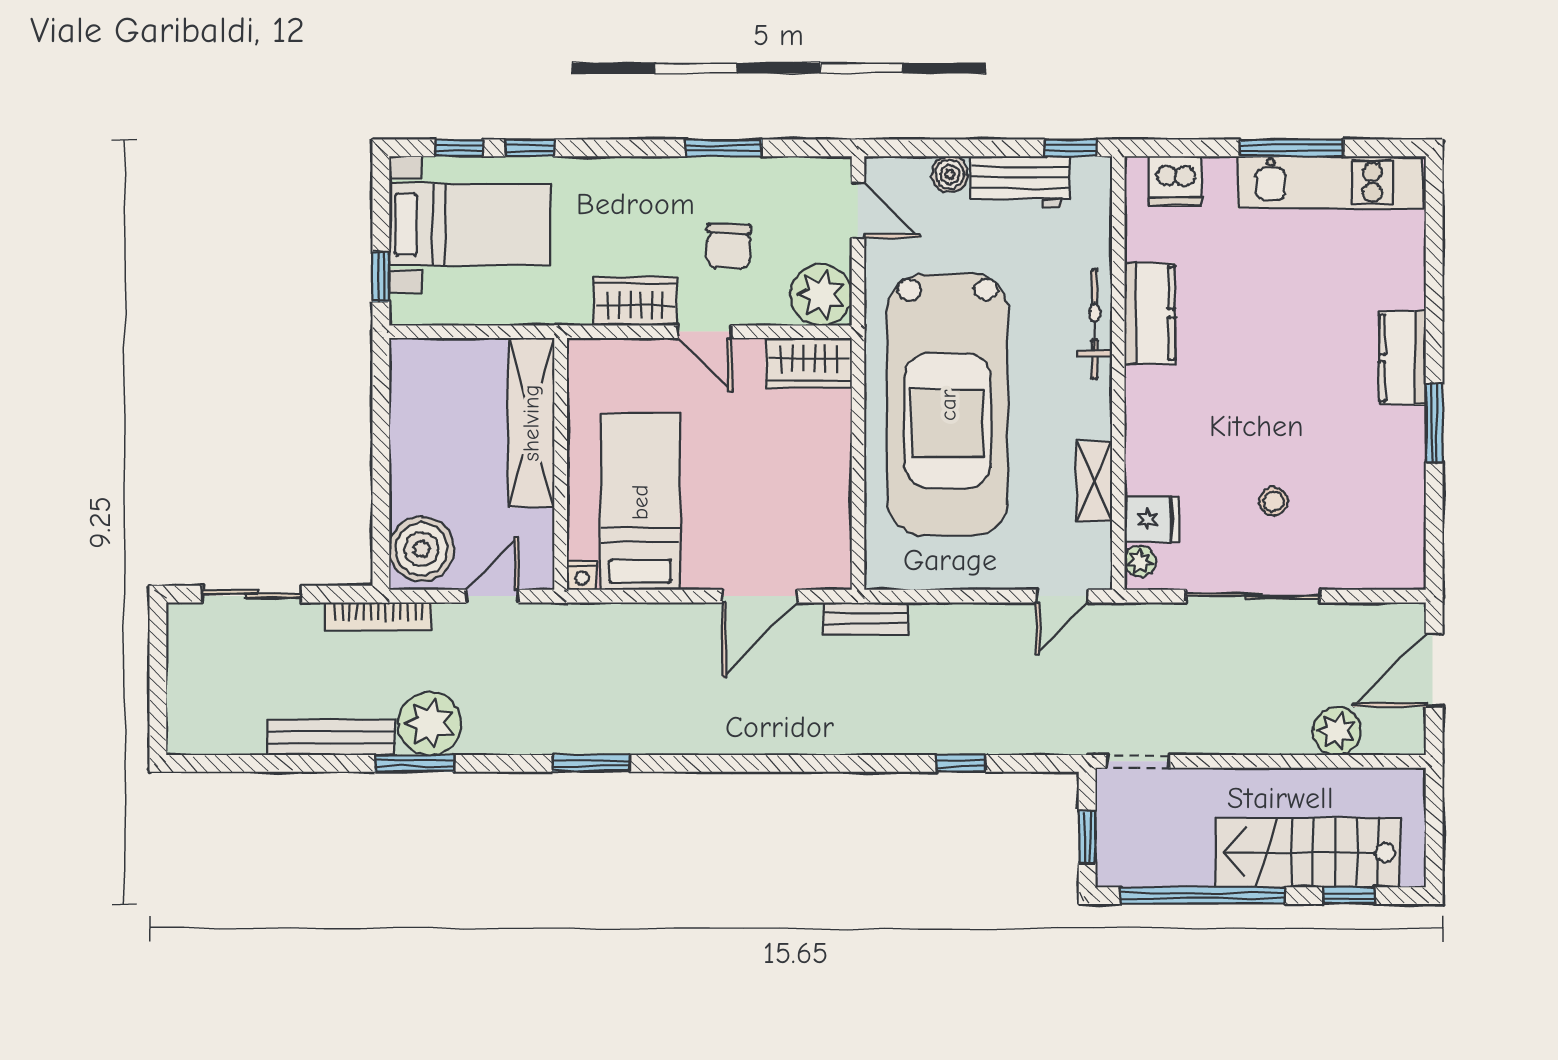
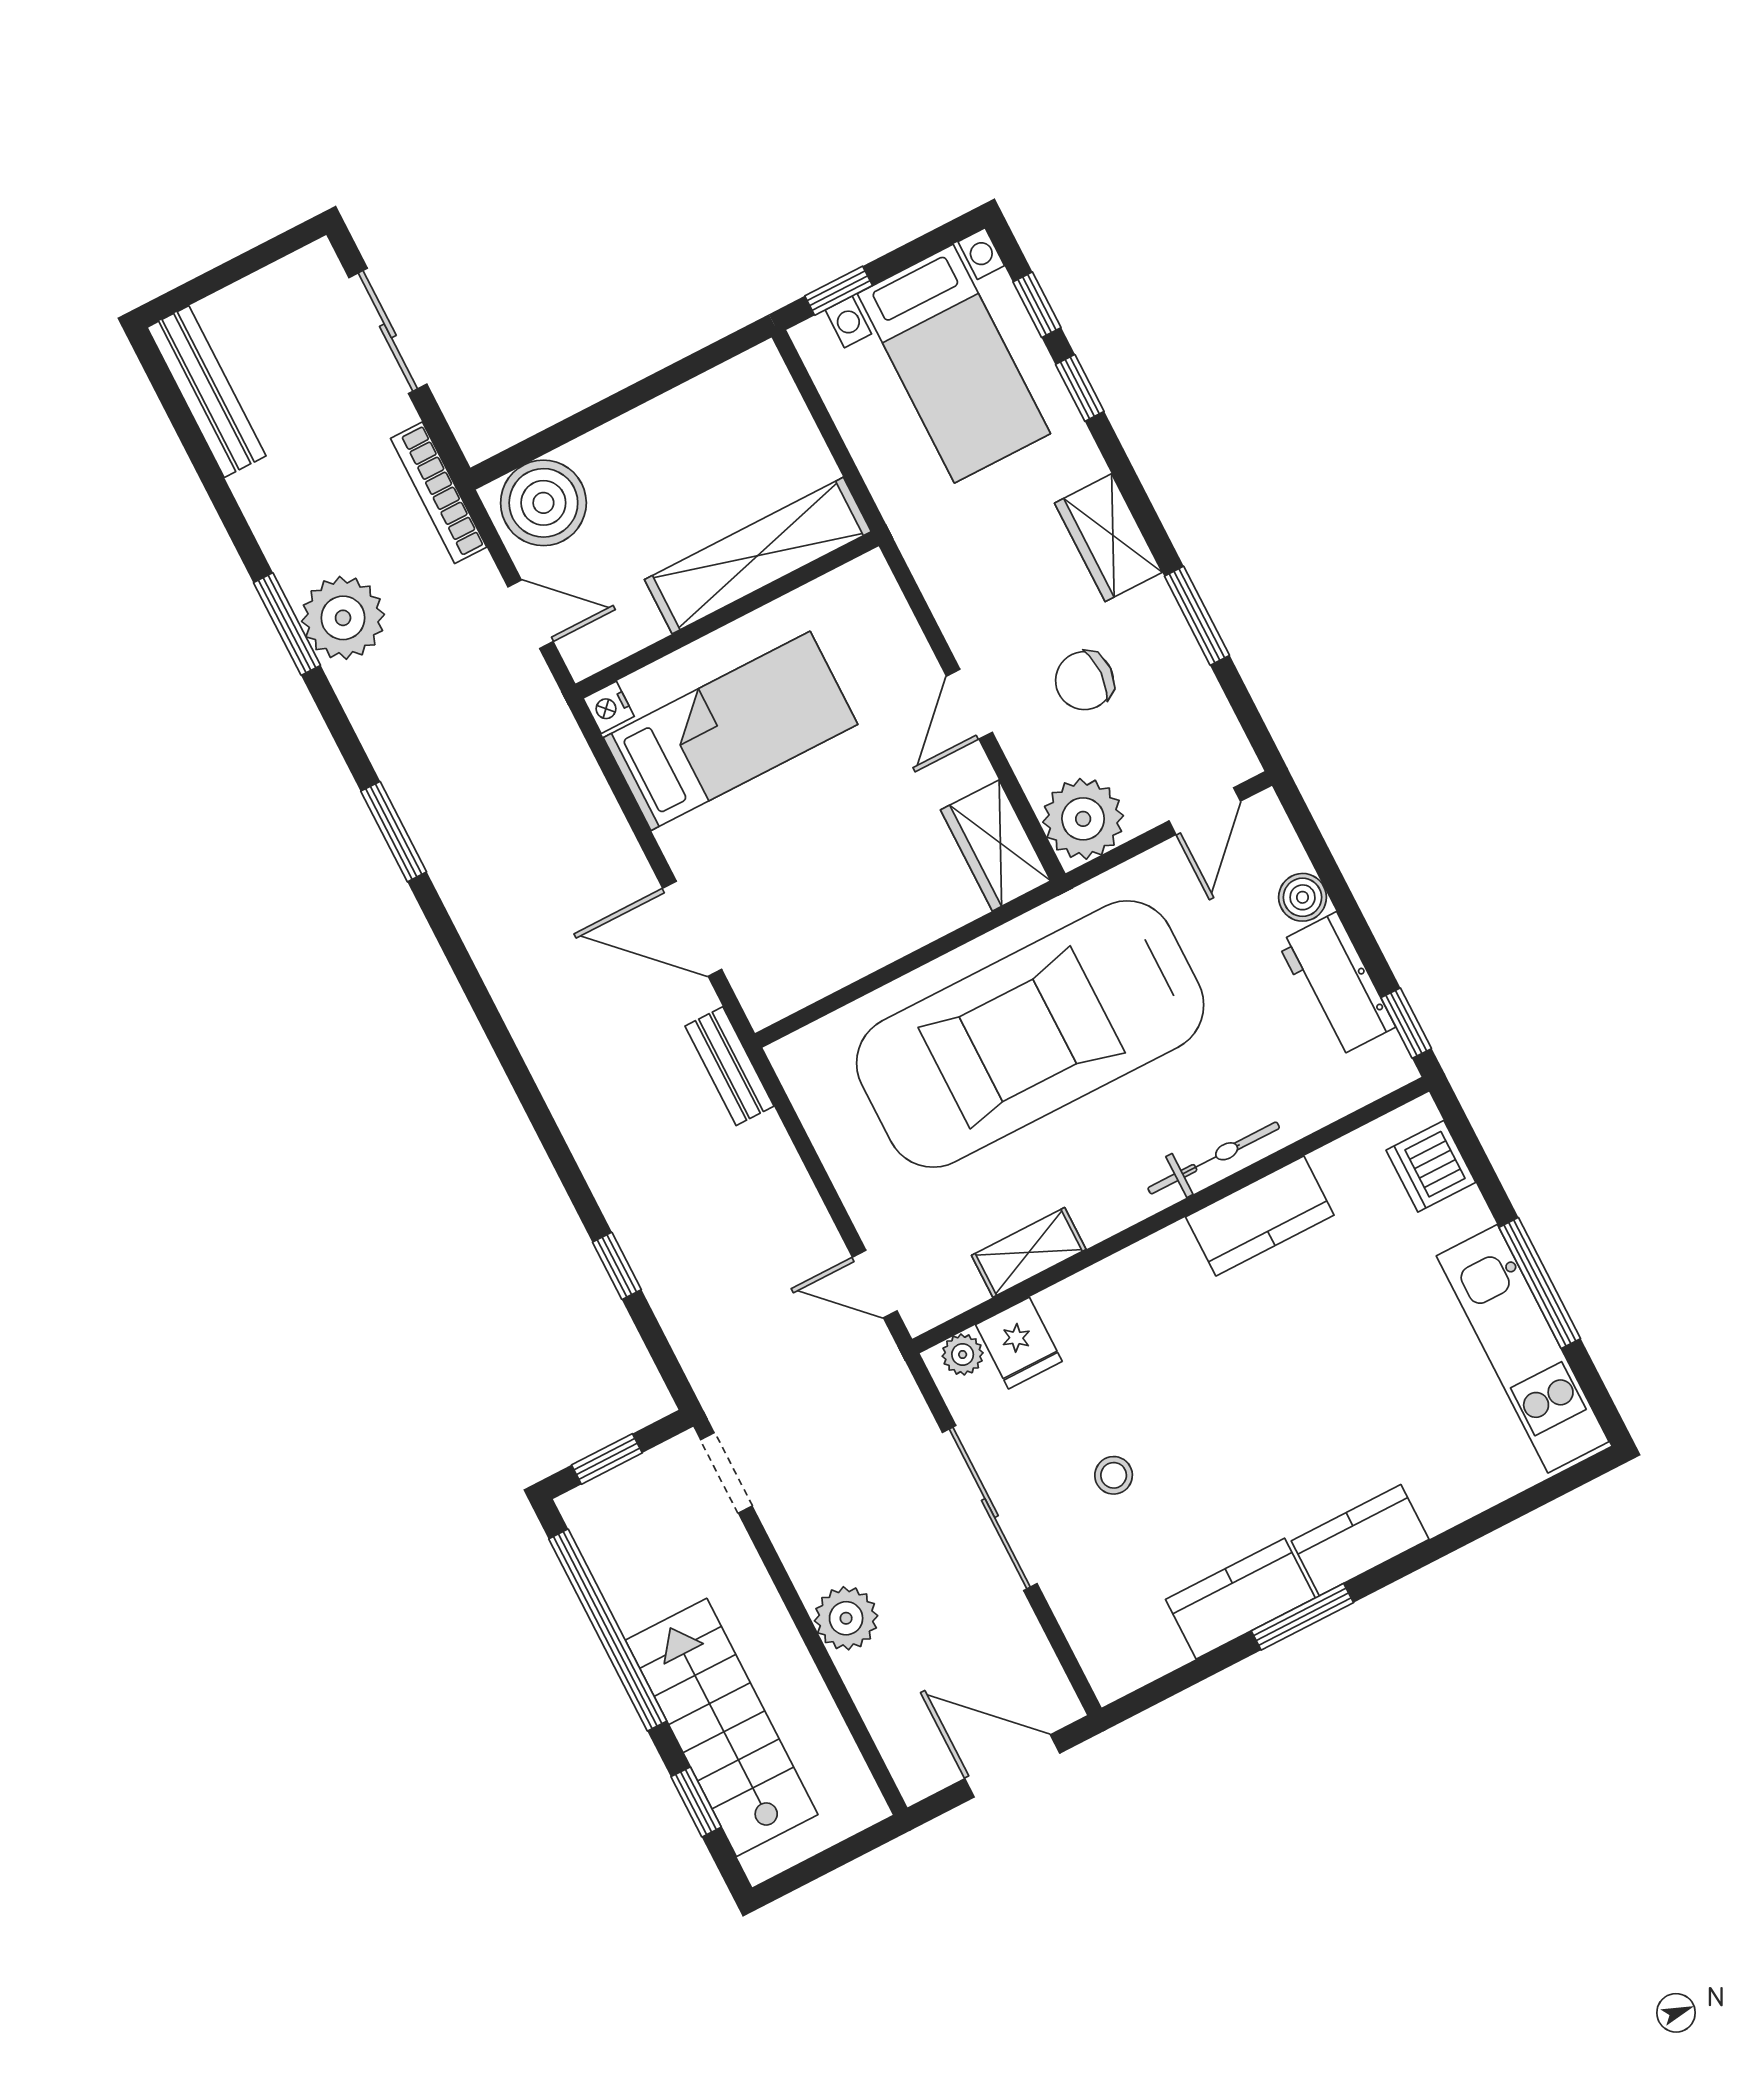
wardrobe: (636, 301) -> (1108, 538), moved, turned 180
kitchen counter: (1401, 459) -> (1240, 1599), added
plant: (1337, 731) -> (846, 1618), moved
bench: (331, 737) -> (206, 392), moved

